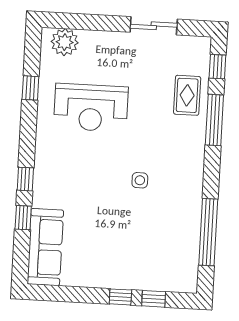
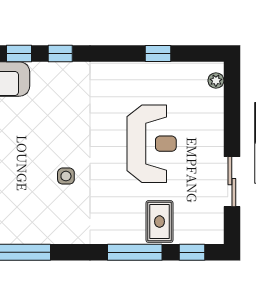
plant: (65, 42) -> (216, 81), width x0.53, depth x0.53
rug: (187, 95) -> (160, 222), turned 90
reception desk: (91, 108) -> (152, 144), moved, turned 180

